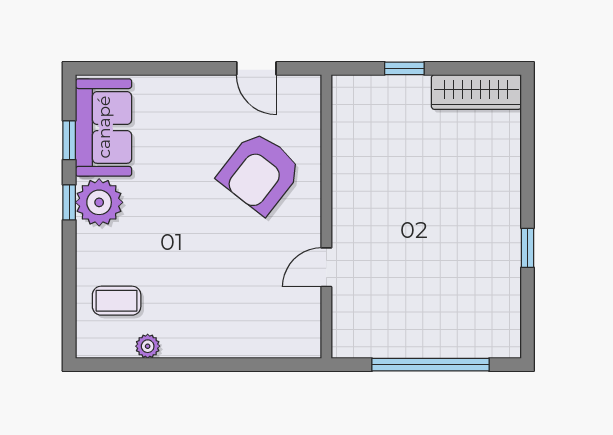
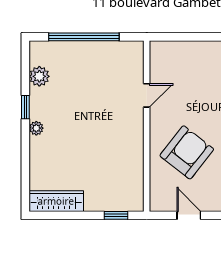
window: (404, 68) -> (116, 215), moved
plant: (510, 213) -> (36, 128), added
plant: (505, 299) -> (39, 76), added

